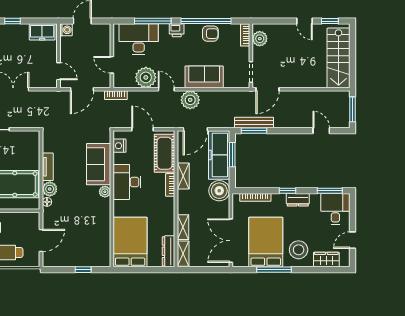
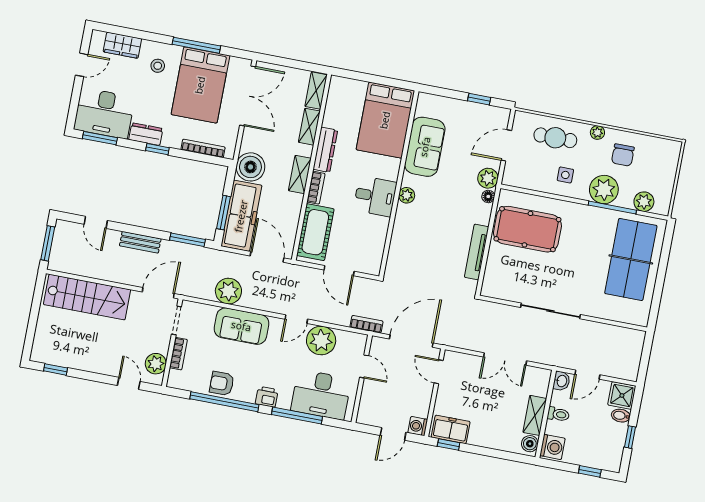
window: (12, 21) -> (449, 444), moved
door: (304, 21) -> (129, 383), moved
bookcase: (245, 35) -> (178, 354), moved
stairs: (339, 58) -> (87, 297), moved, turned 90
door: (82, 89) -> (411, 341), width x1.36
door: (166, 89) -> (296, 319), hinge flipped
plant: (190, 100) -> (228, 291), moved
bench: (254, 123) -> (140, 242), moved, width x0.73
door: (195, 129) -> (267, 257), hinge flipped
nightstand: (119, 146) -> (375, 254), removed
sofa: (99, 164) -> (425, 147), moved
tv unit: (48, 167) -> (477, 252), width x1.41
shelving: (183, 176) -> (300, 174), moved
desk: (127, 182) -> (375, 196), width x0.73
plant: (50, 189) -> (488, 178), moved
desk: (335, 209) -> (104, 113), width x1.37
stool: (299, 250) -> (158, 66), width x0.53, depth x0.53
dresser: (169, 251) -> (325, 150), moved
window: (83, 270) -> (479, 99), moved

